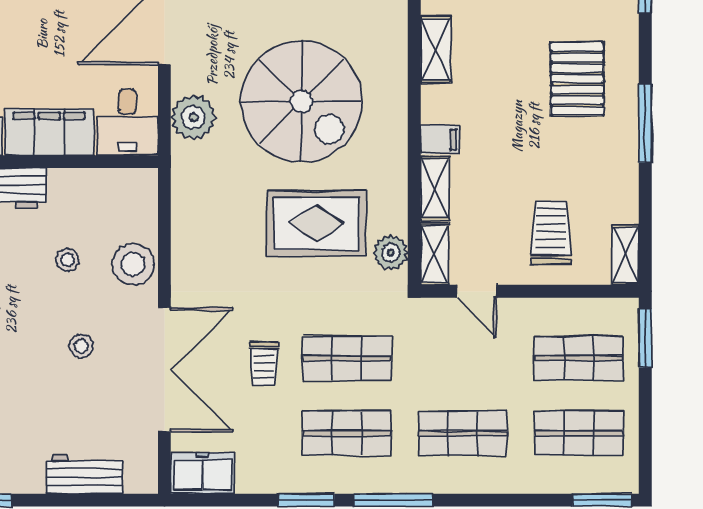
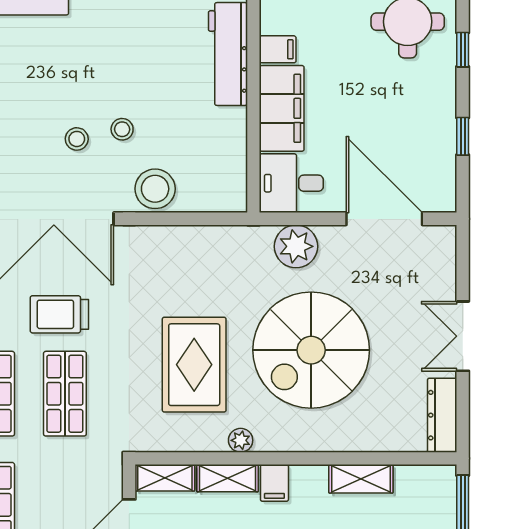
plant: (391, 253) -> (241, 440), moved, width x0.73, depth x0.73
stool: (67, 260) -> (122, 129), moved
trolley: (264, 364) -> (59, 314), width x1.36, depth x1.39

